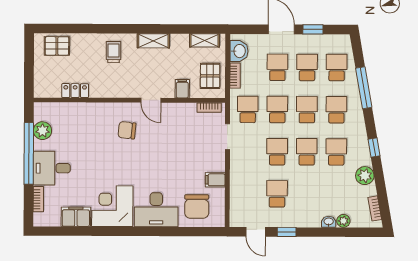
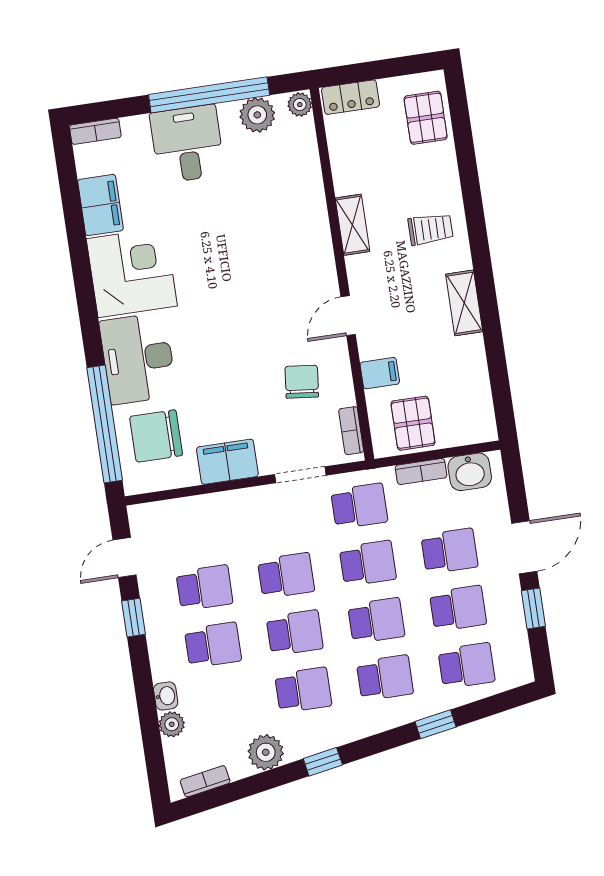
shelving: (205, 40) -> (352, 225), moved
pallet: (210, 76) -> (413, 423), turned 90
window: (364, 88) -> (436, 724), width x0.46
locker: (75, 91) -> (351, 97), moved, turned 90
plant: (41, 108) -> (300, 105), added
chair: (127, 130) -> (302, 382), moved
filing cabinet: (215, 180) -> (227, 462), width x2.00
school desk: (307, 194) -> (213, 645), added
bookcase: (38, 199) -> (95, 131), moved
window: (187, 232) -> (105, 424), added

